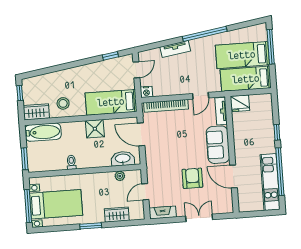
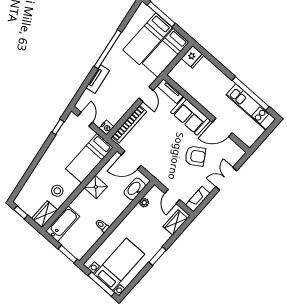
fridge: (240, 103) -> (193, 57), moved
window: (277, 132) -> (222, 68), removed
armchair: (192, 178) -> (195, 156), turned 148
wardrobe: (117, 215) -> (175, 222), moved

